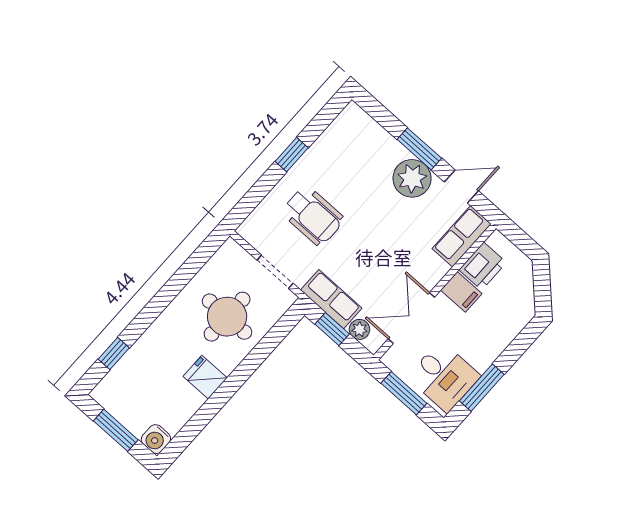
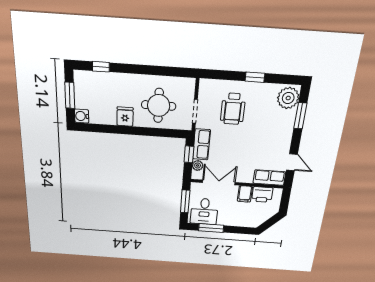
window: (419, 149) -> (300, 116), moved
plant: (412, 178) -> (288, 98), moved

